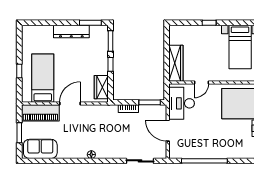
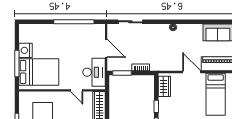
door: (201, 82) -> (77, 90), swing flipped
door: (70, 104) -> (192, 72), swing flipped

